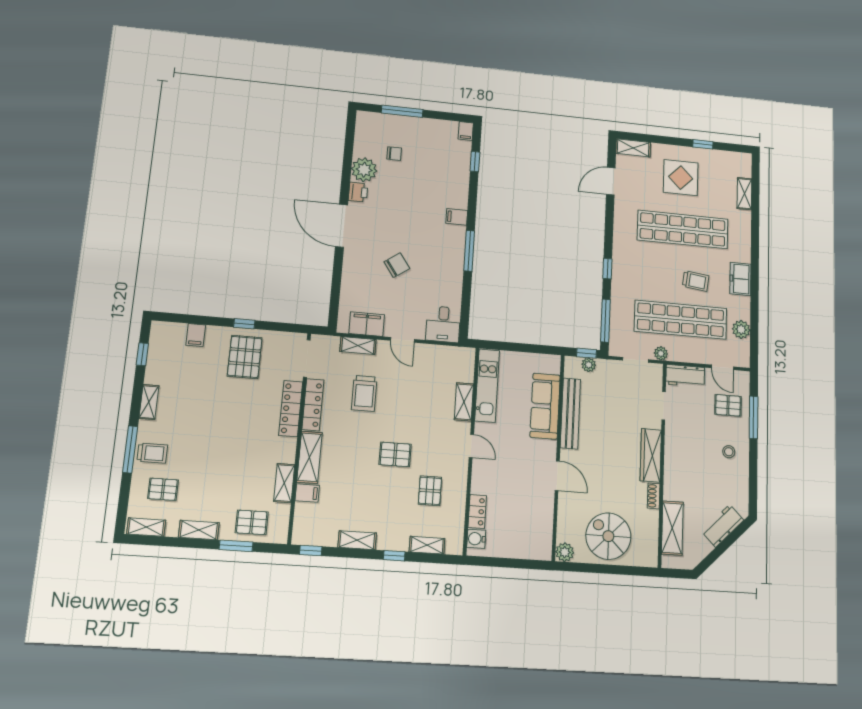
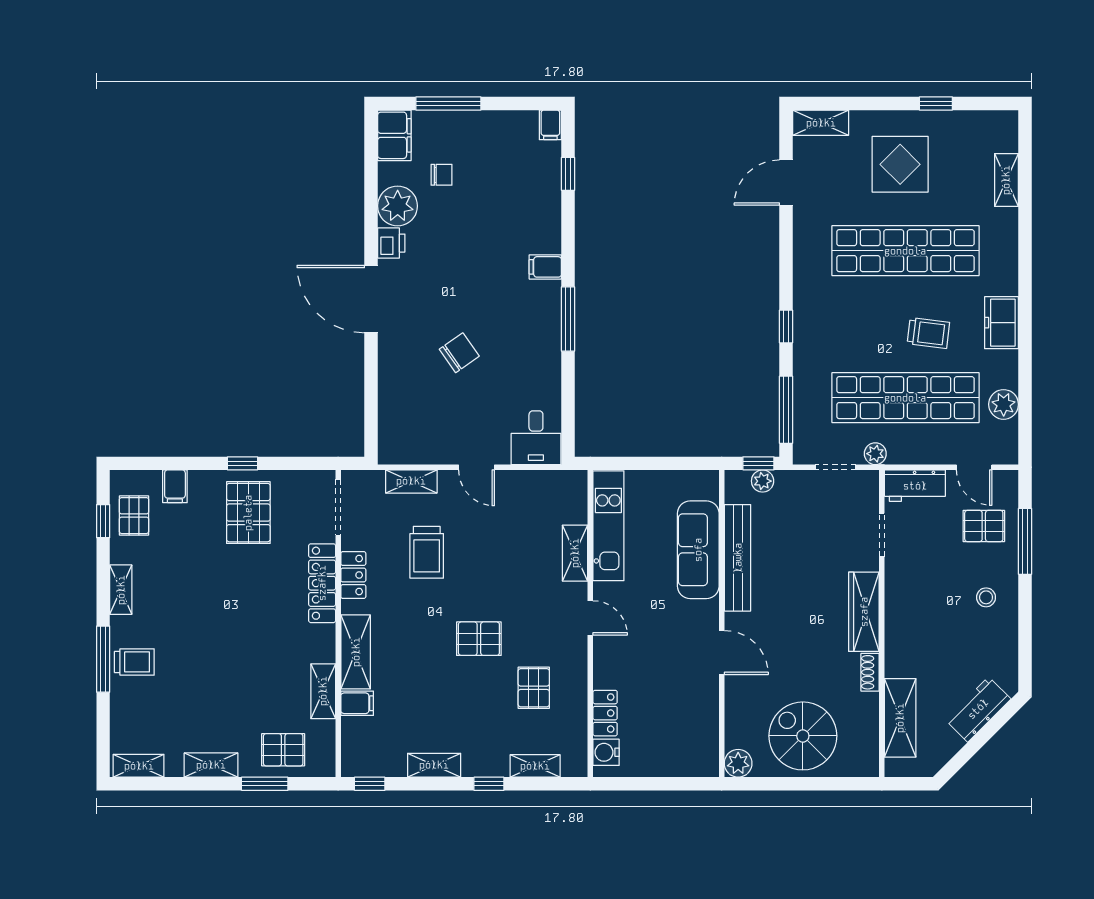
filing cabinet: (367, 324) -> (394, 135), moved, turned 90
locker: (313, 405) -> (353, 575), width x0.66
pallet: (163, 489) -> (134, 516), moved, turned 90

